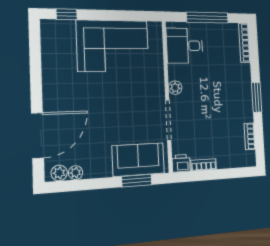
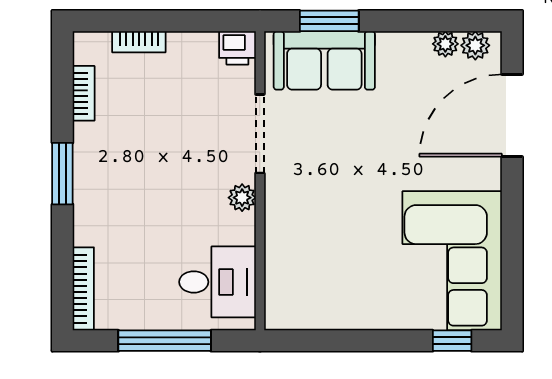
corner sofa: (113, 46) -> (452, 261), moved, turned -90
bookcase: (204, 165) -> (139, 42), moved

